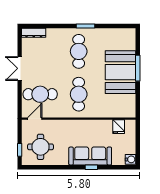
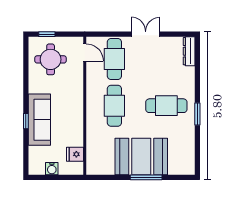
cafe table: (79, 94) -> (114, 106), turned 90
water cooler: (130, 159) -> (52, 169), moved

